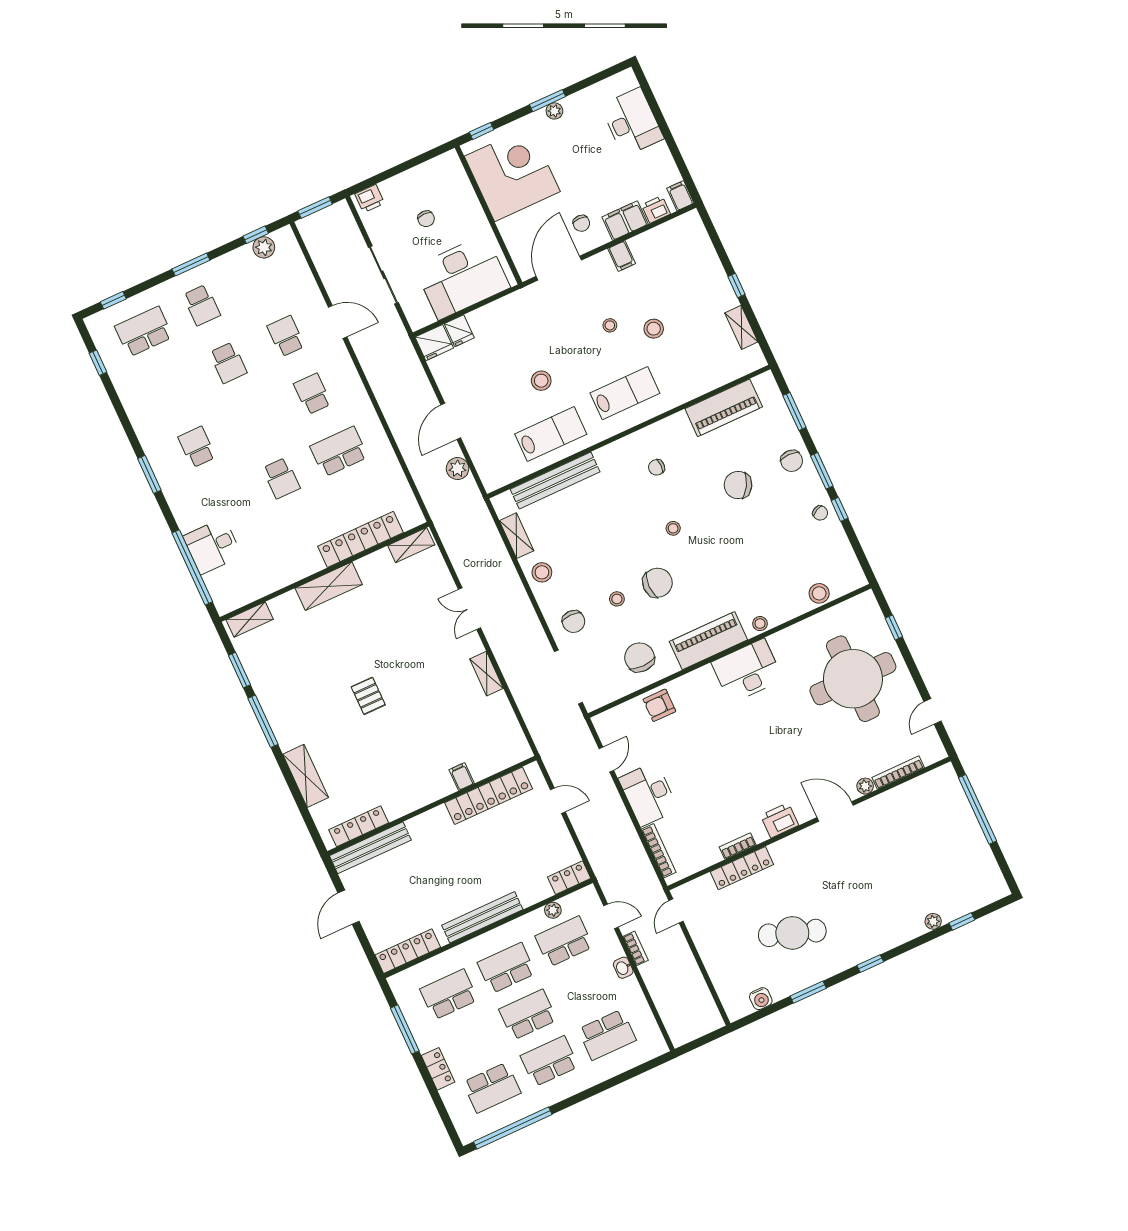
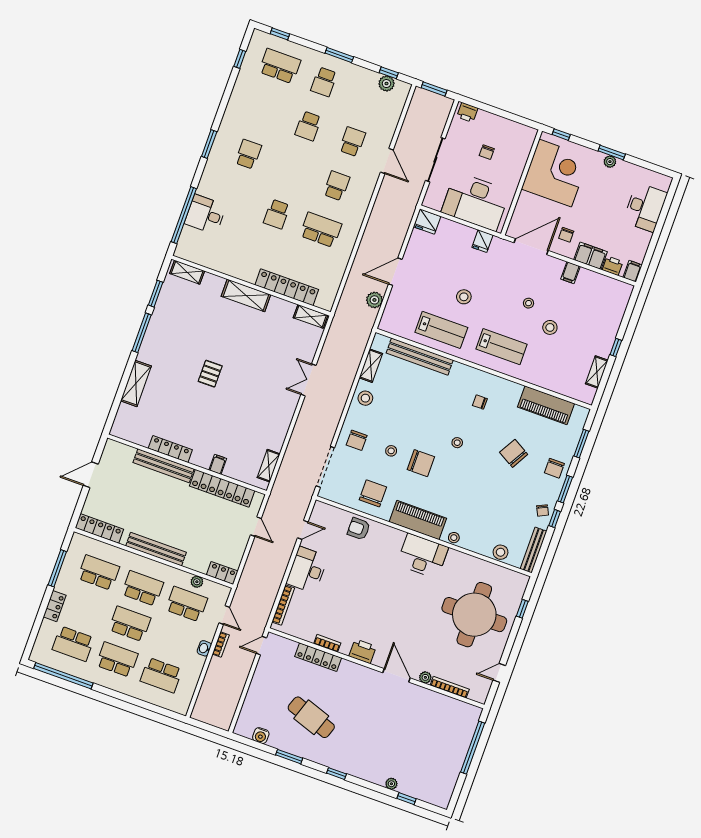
fridge: (459, 331) -> (482, 241), moved
bench: (849, 560) -> (533, 550), added
shelving: (486, 674) -> (269, 466), moved
locker: (359, 826) -> (170, 449), moved
bench: (370, 848) -> (164, 466), moved

